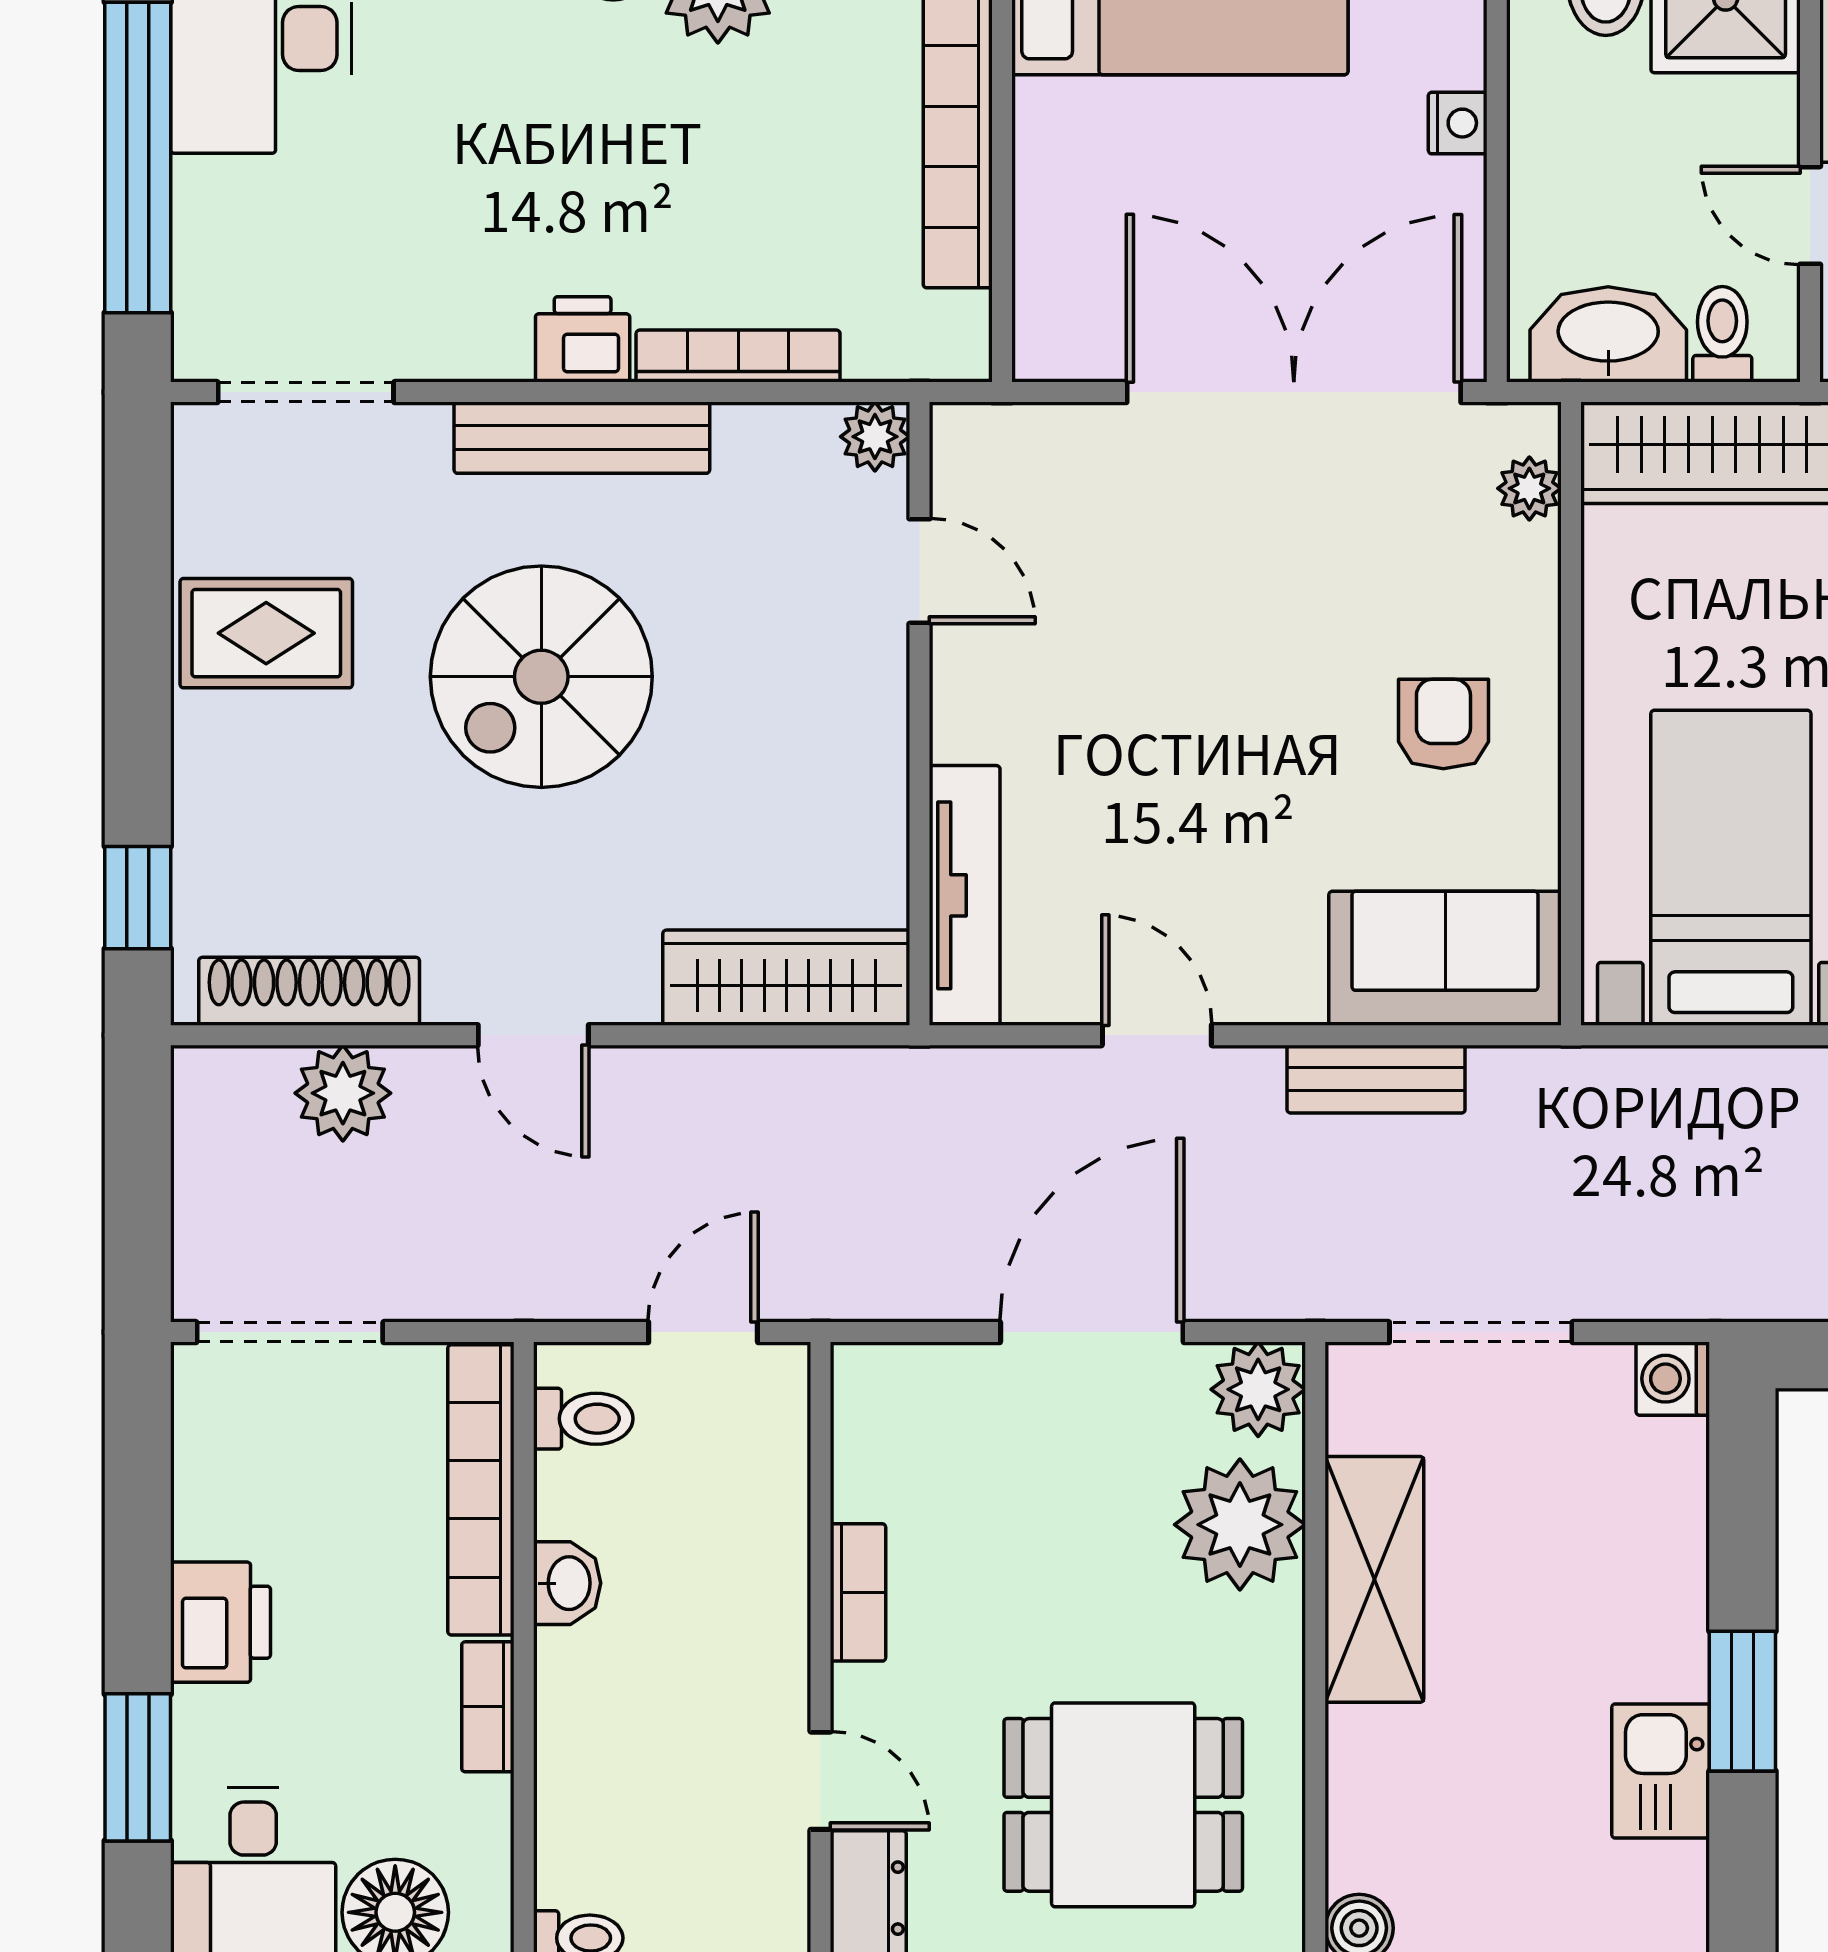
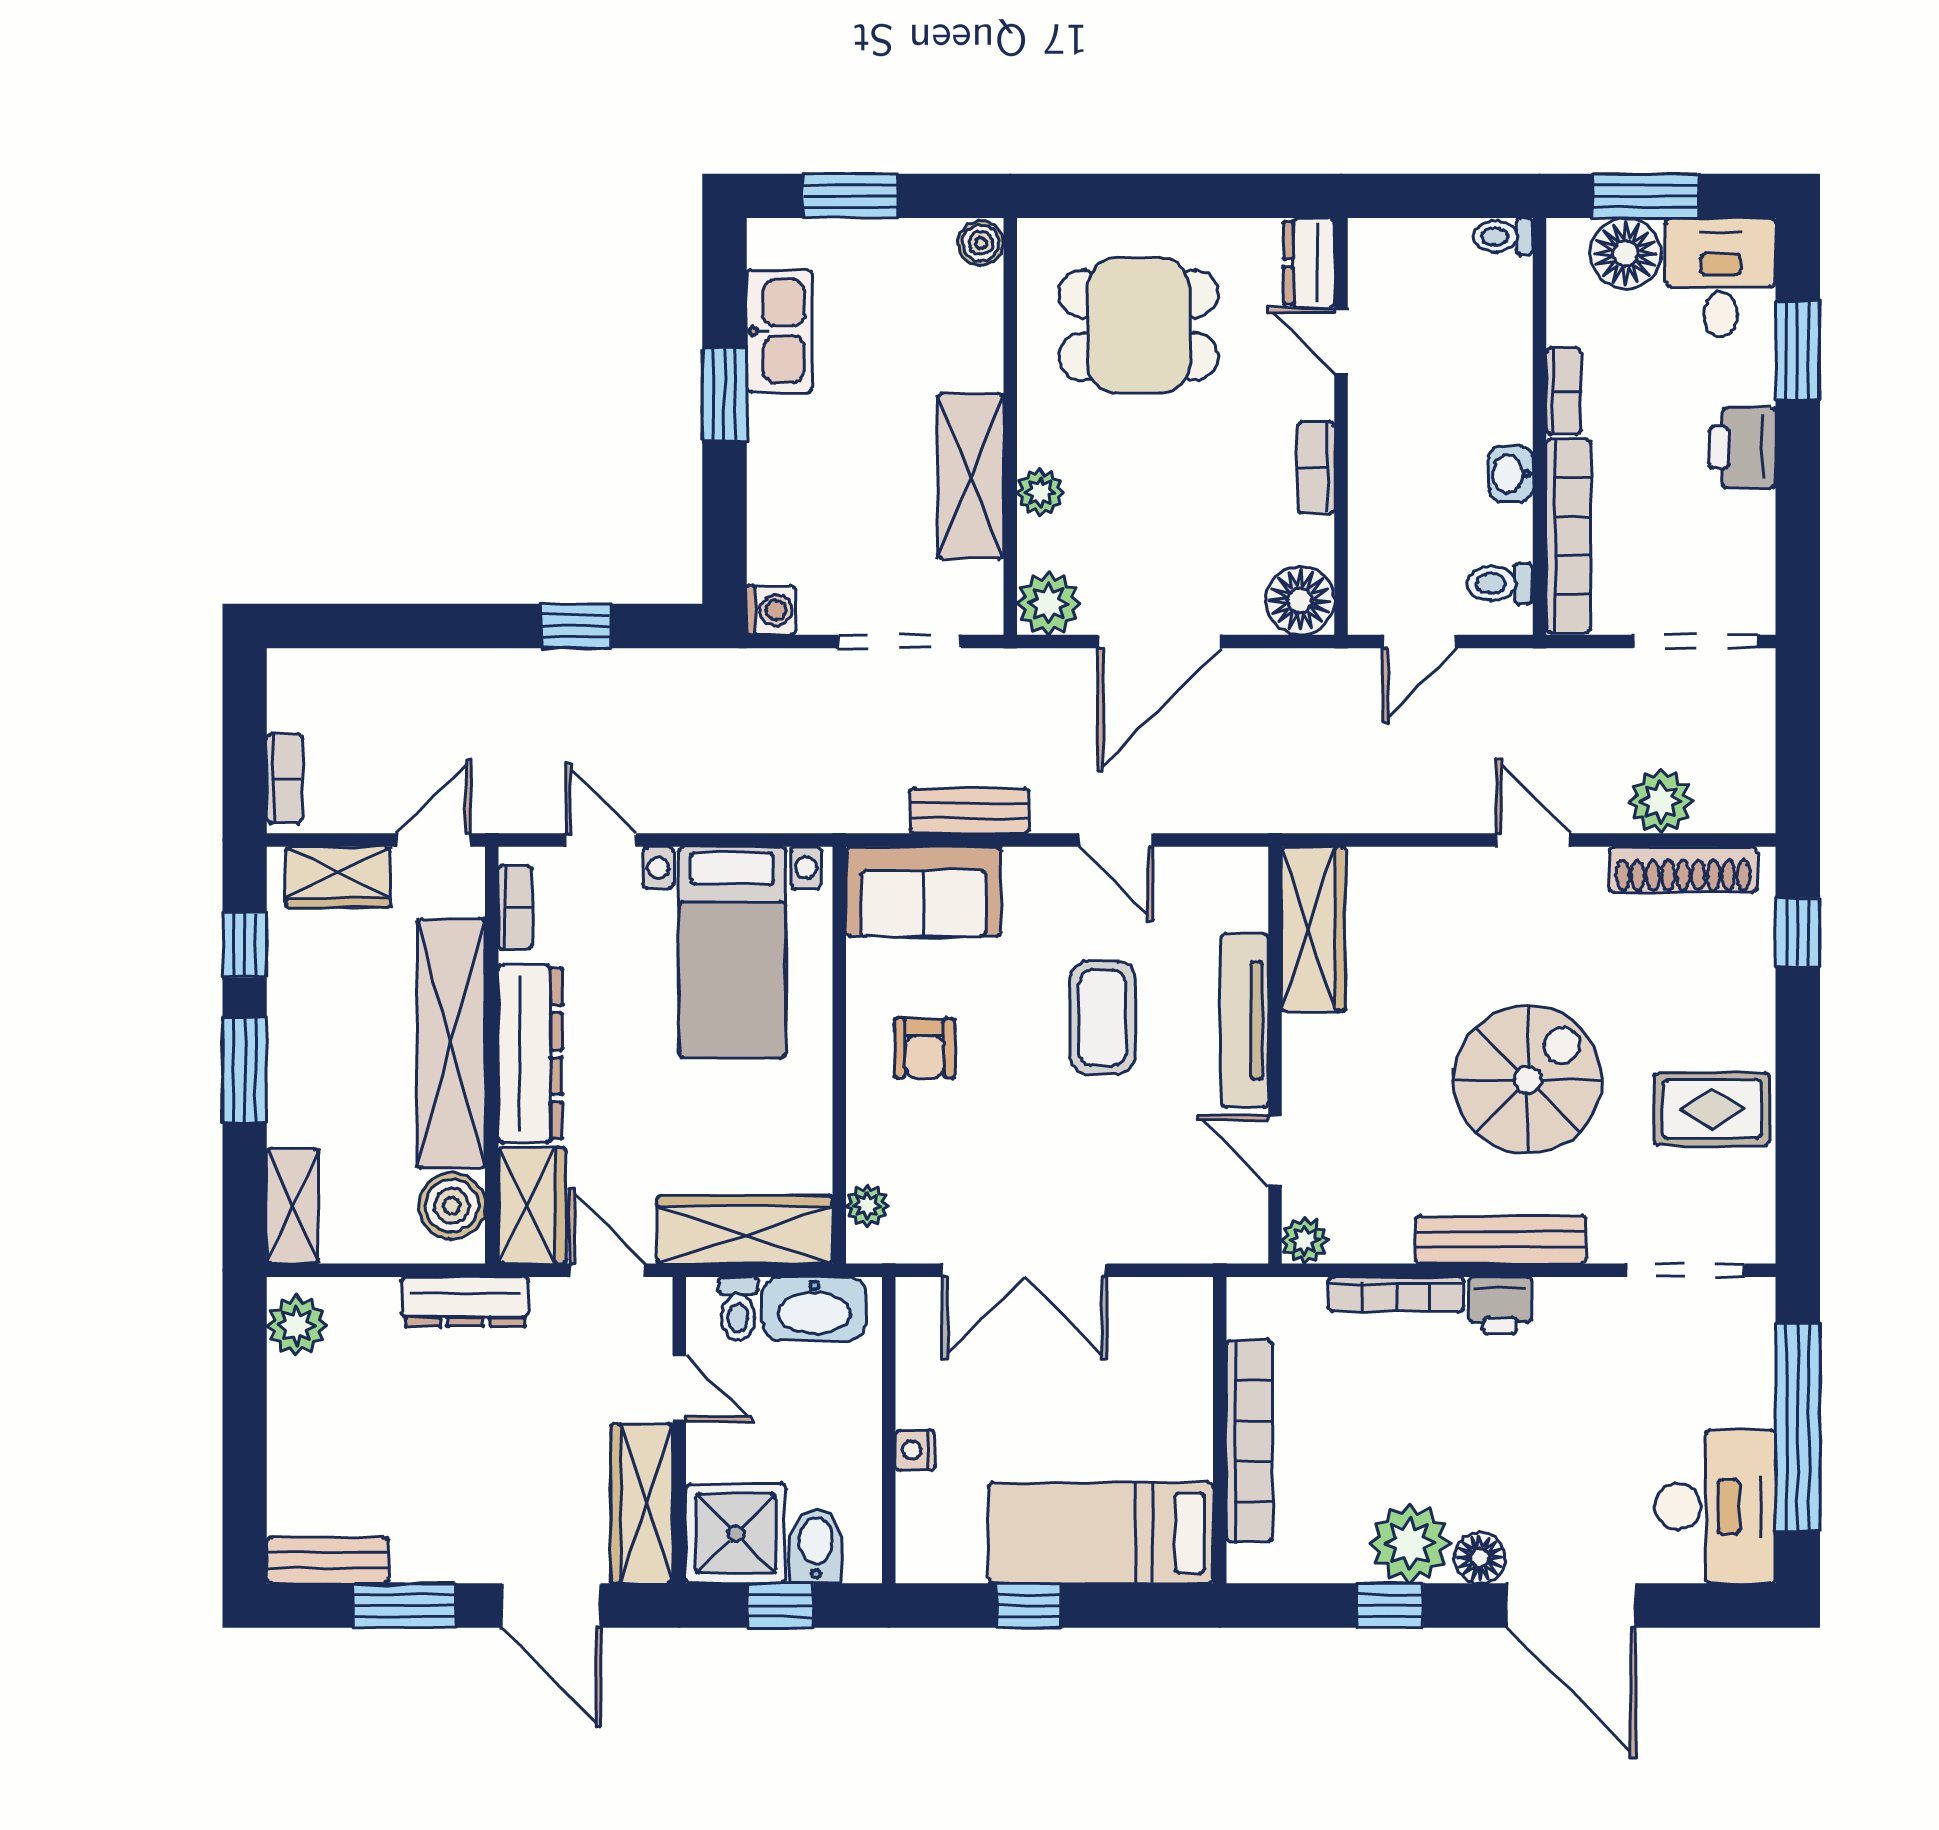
double door: (1294, 392) -> (1024, 1270), width x0.73
coffee table: (1177, 769) -> (1102, 1018), added
tv unit: (965, 895) -> (1245, 1020), moved
wardrobe: (786, 978) -> (1313, 929), moved, turned -90
floor lamp: (882, 1393) -> (1300, 600), added
plant: (1240, 1525) -> (1040, 492), width x0.53, depth x0.53
kitchen sink: (1661, 1771) -> (779, 331), width x1.38

